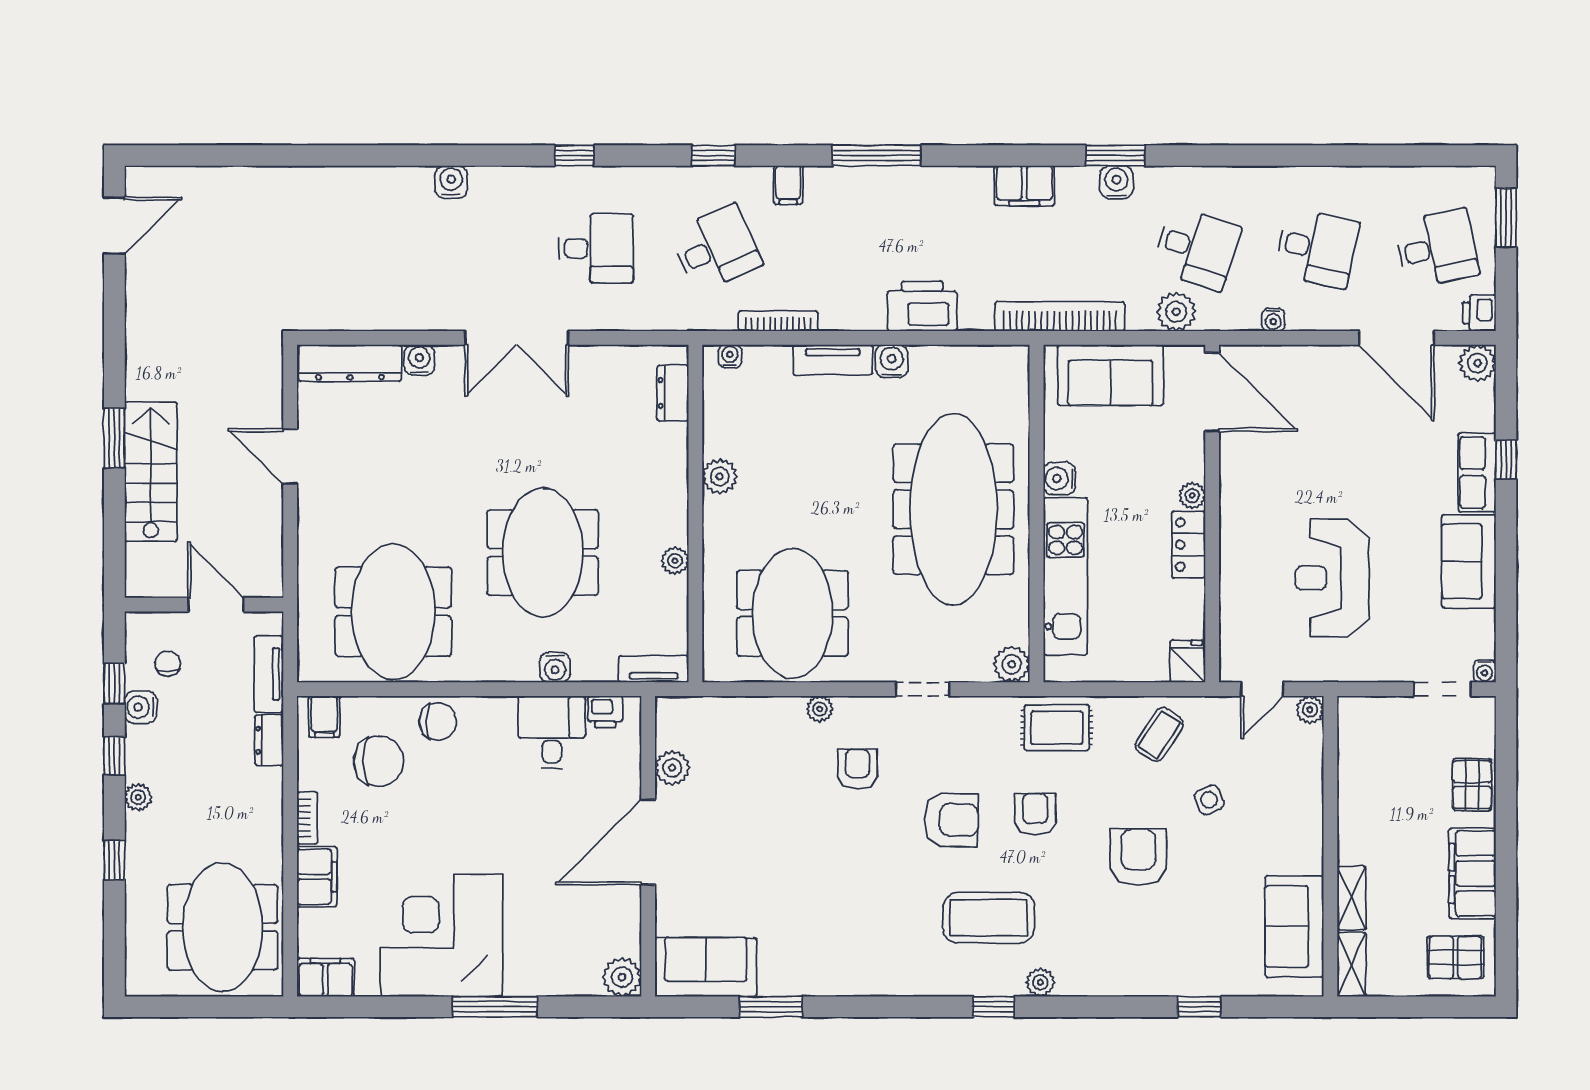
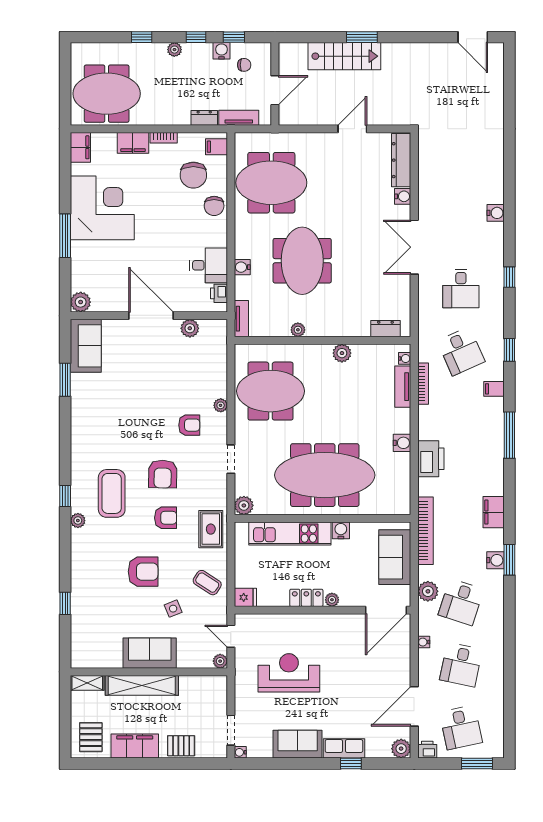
tv unit: (833, 360) -> (403, 387), moved
meeting table: (543, 553) -> (302, 261), turned 90
shelving: (1351, 898) -> (142, 685), width x2.20, depth x1.33
sofa: (1294, 926) -> (150, 653), moved

